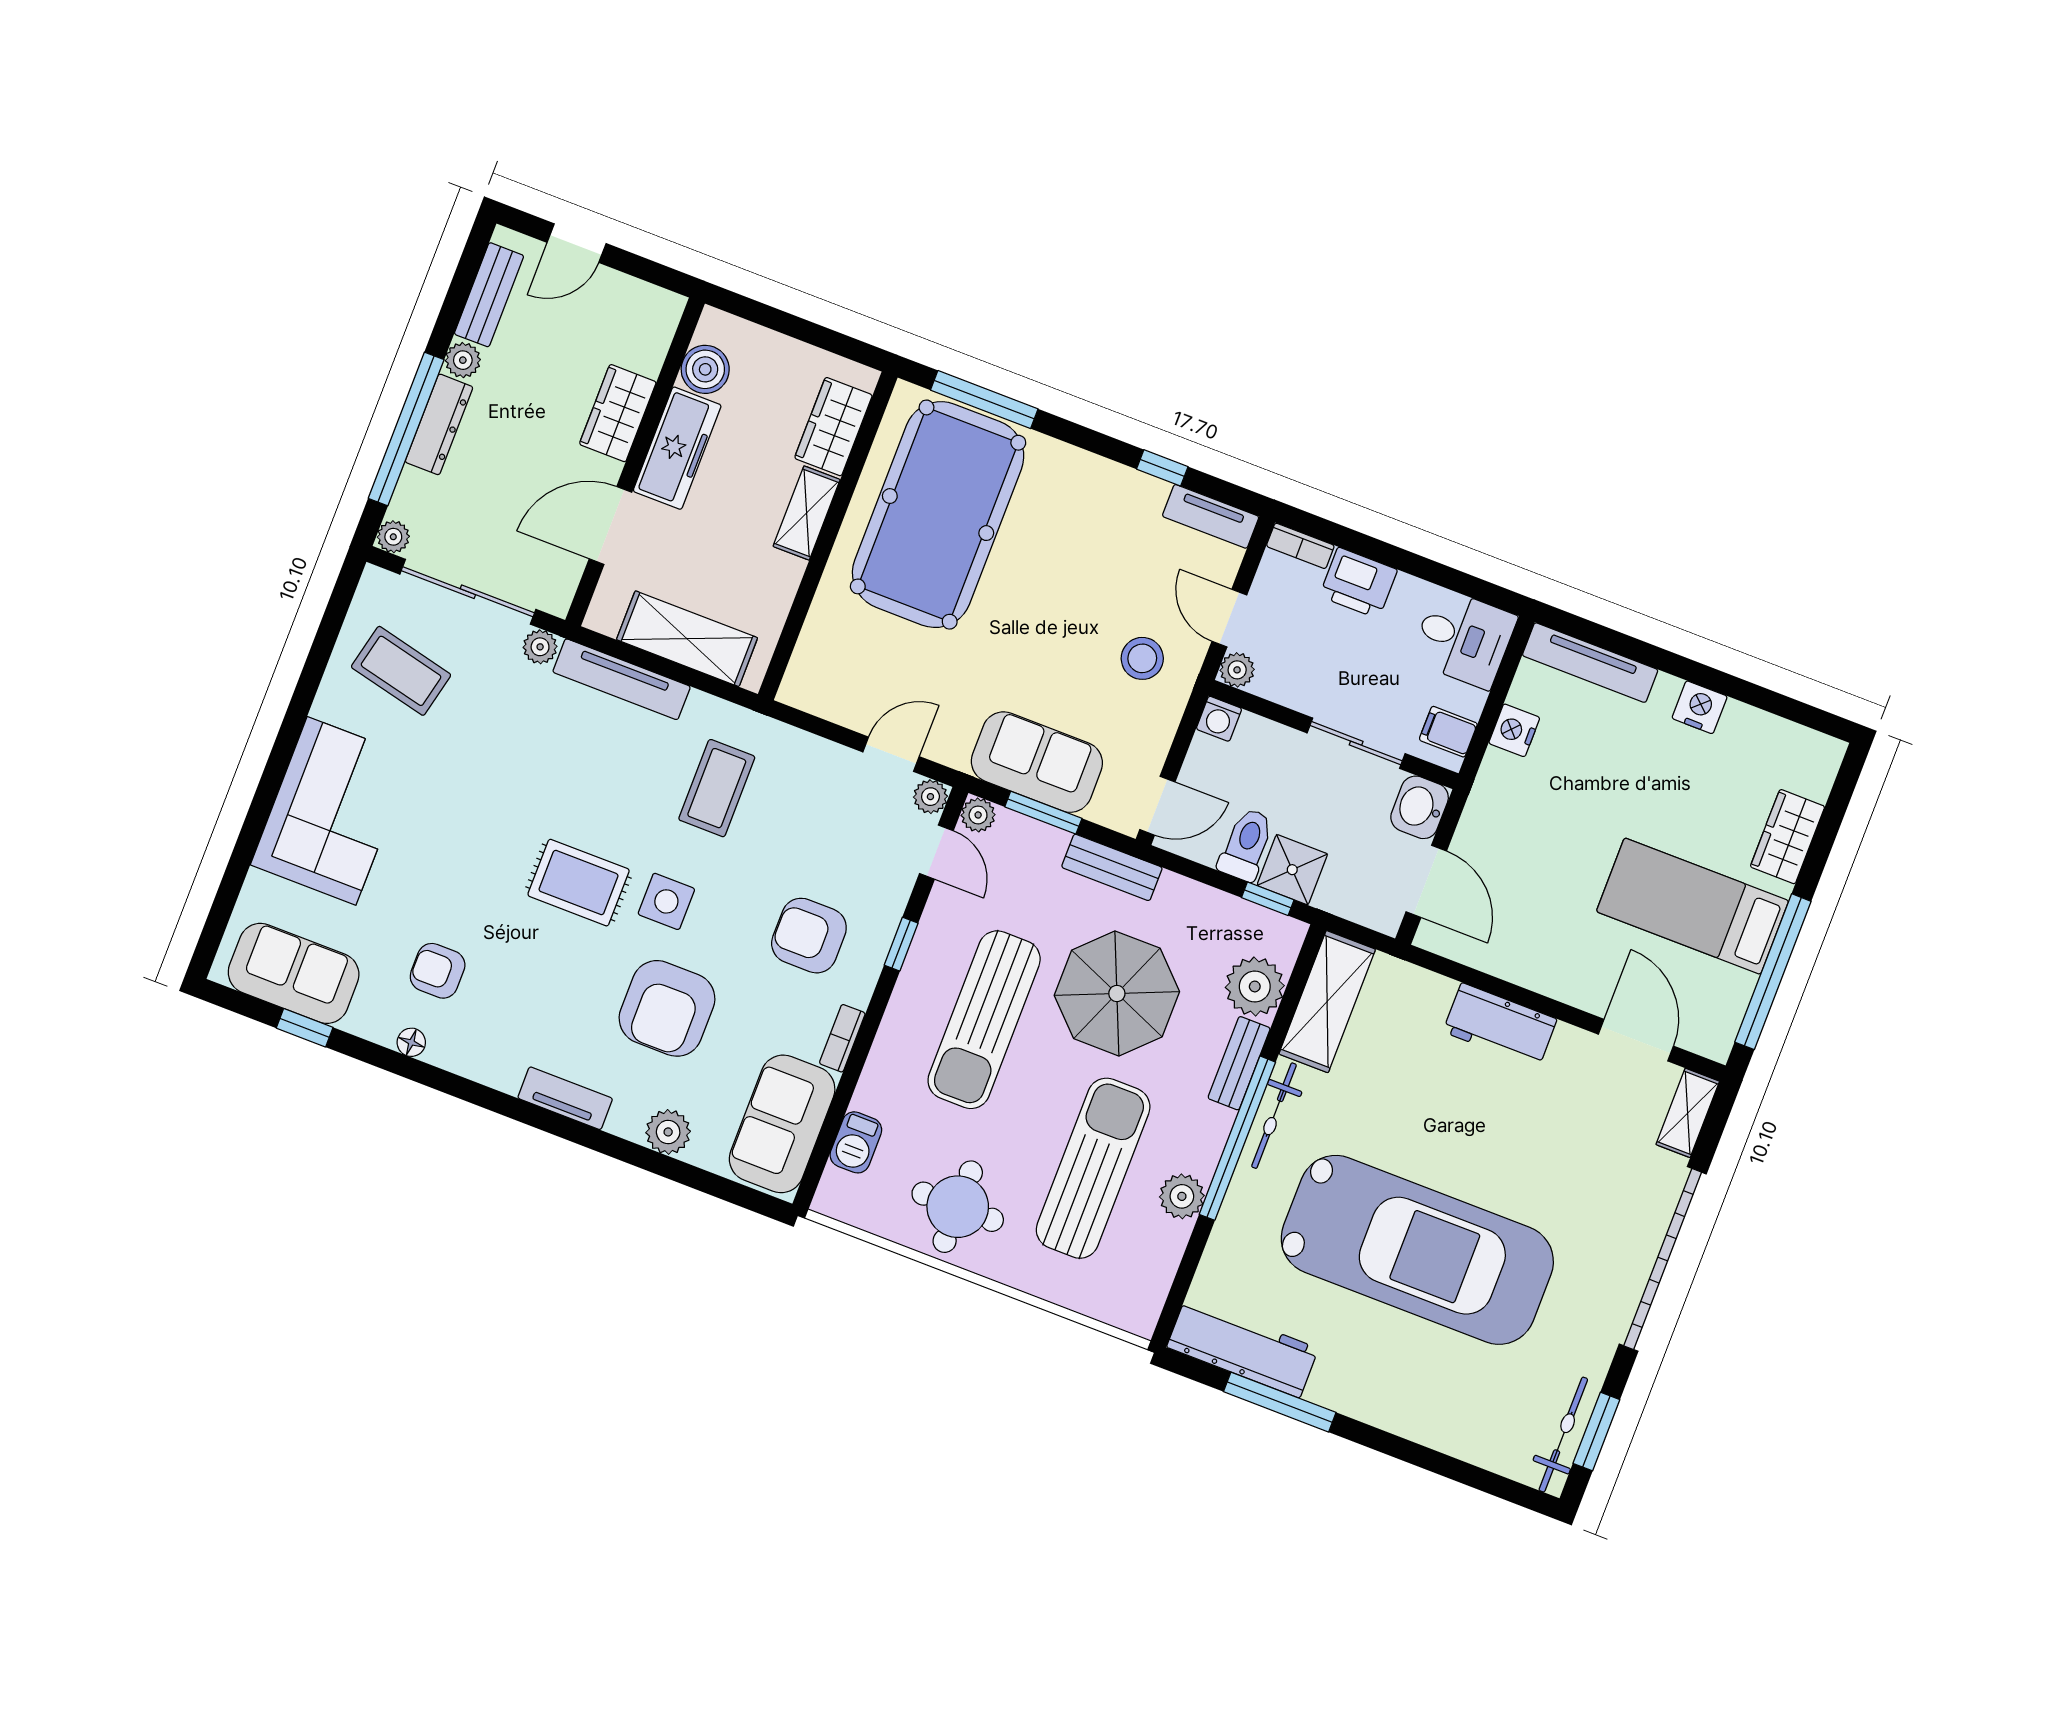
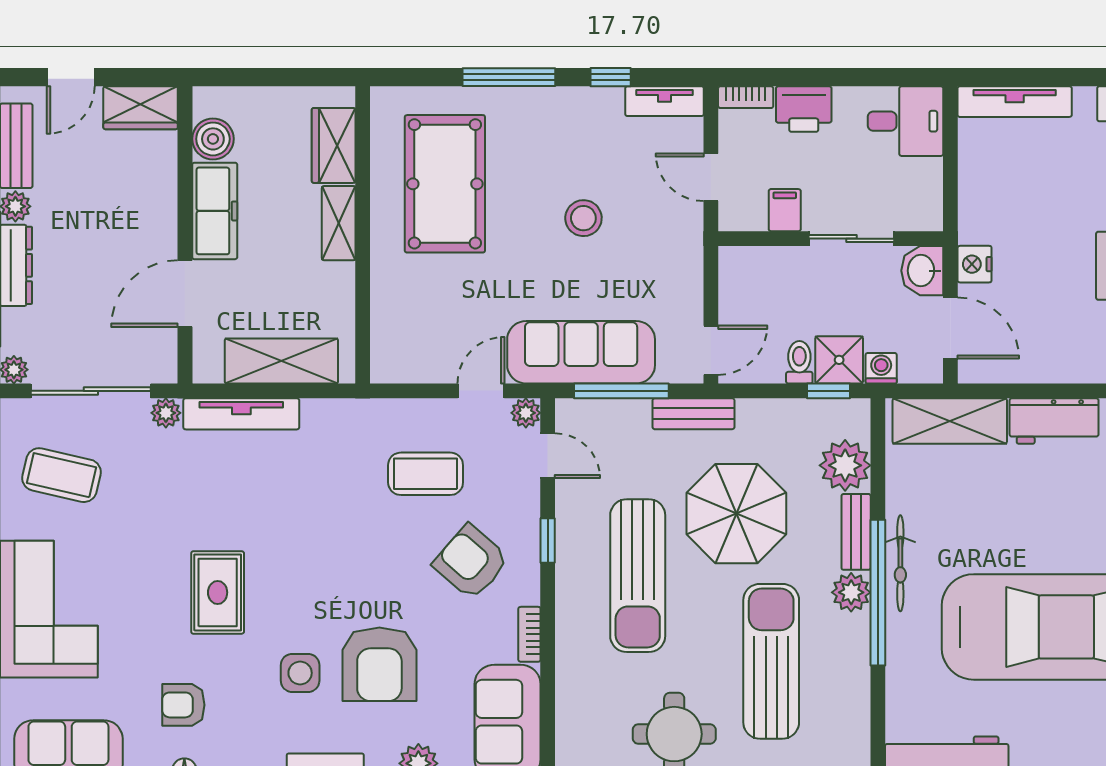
window: (984, 400) -> (509, 77), moved
wardrobe: (618, 413) -> (141, 108), moved, turned -90
pool table: (938, 515) -> (445, 184), width x0.73, depth x0.76
stool: (1142, 658) -> (583, 218), moved
plant: (1237, 670) -> (733, 216), removed
washing machine: (1219, 719) -> (881, 368), moved, turned 180
nightstand: (1514, 730) -> (975, 264), moved
filing cabinet: (1448, 732) -> (785, 210), moved, turned 90
sofa: (1037, 762) -> (581, 352), width x1.36
coffee table: (717, 788) -> (426, 474), moved, turned 90
window: (1043, 813) -> (621, 391), width x1.44
plant: (978, 815) -> (570, 413), removed
toilet: (1246, 845) -> (799, 362), width x0.73, depth x0.72
rug: (579, 883) -> (218, 592), moved, turned 90
side table: (666, 901) -> (300, 673), moved
armchair: (809, 936) -> (471, 562), turned 41
shelving: (1327, 1002) -> (950, 421), moved, turned 90
barbecue: (856, 1142) -> (573, 714), removed
plant: (1182, 1196) -> (851, 592), moved

